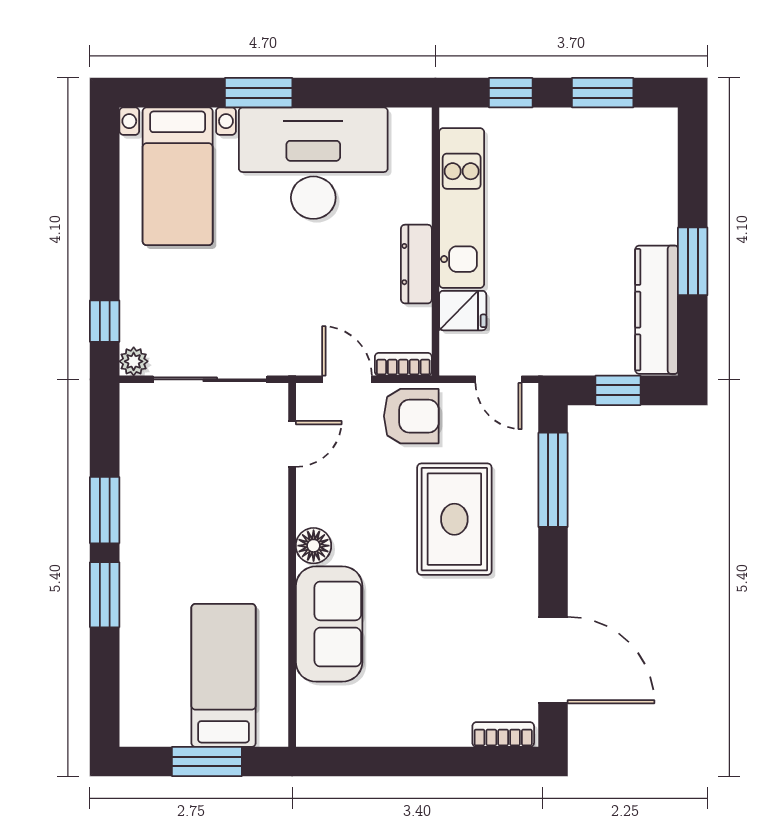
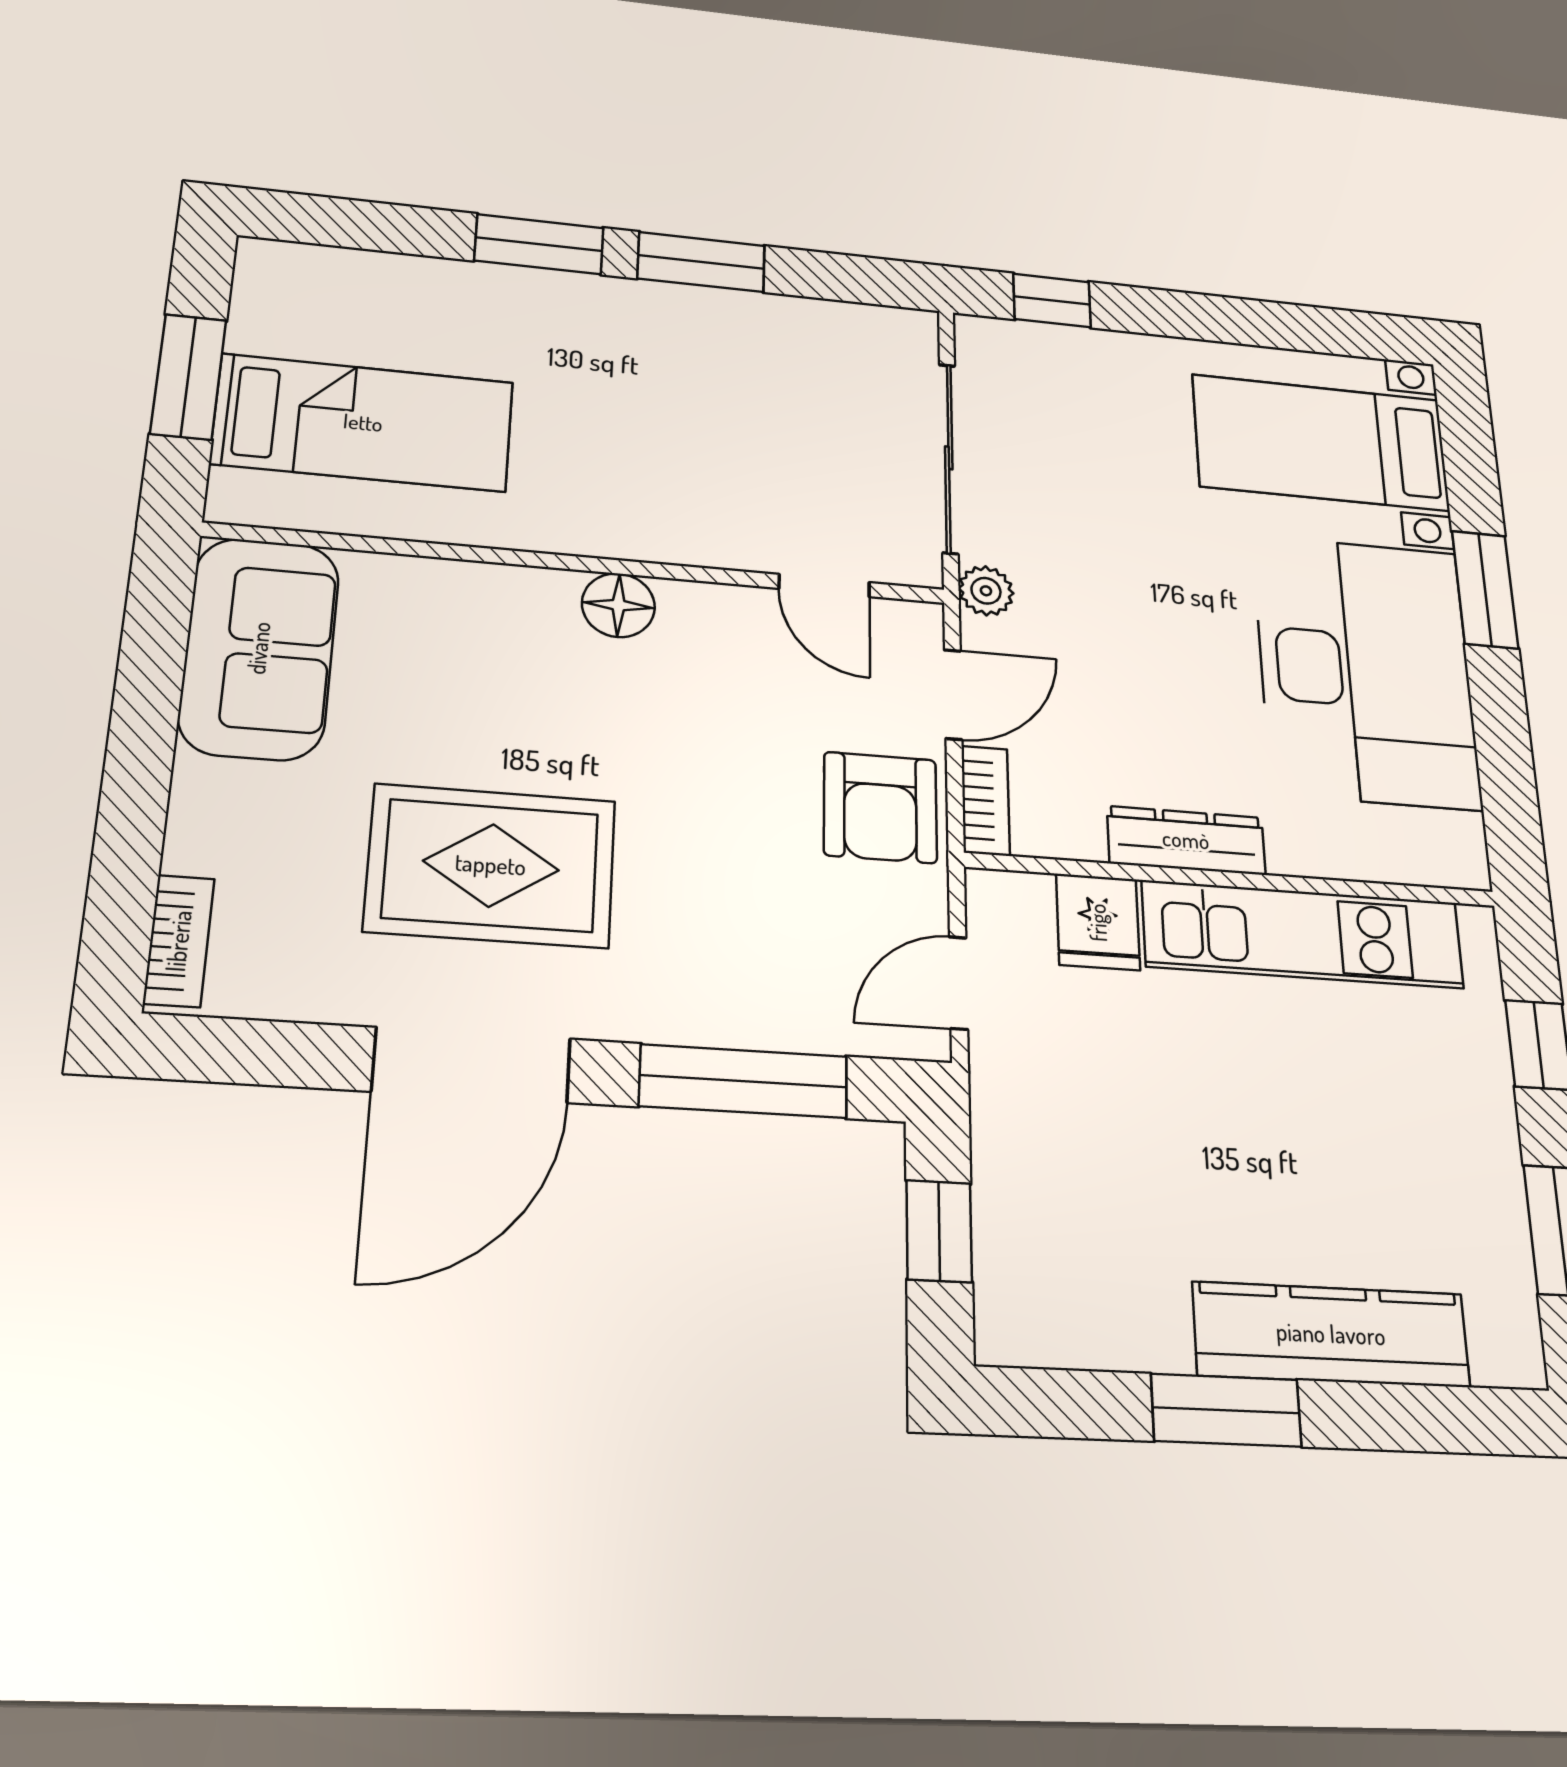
kitchen counter: (657, 310) -> (1331, 1334), moved
plant: (134, 361) -> (986, 591), moved
rug: (454, 519) -> (491, 865), moved
sofa: (329, 624) -> (259, 648), moved, turned -90
door: (553, 660) -> (472, 1065), moved

